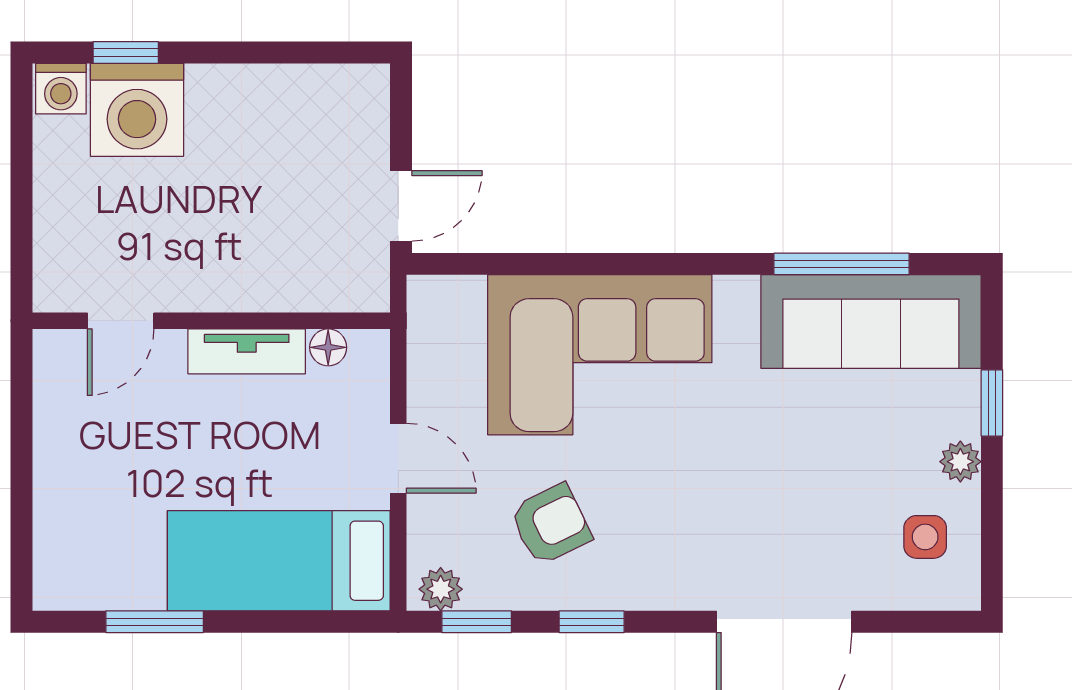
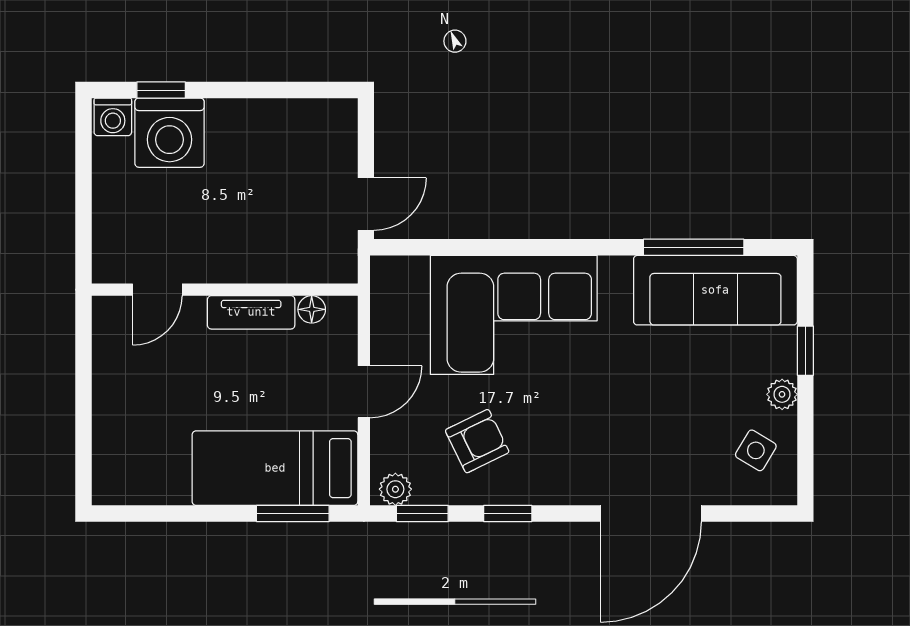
door: (398, 458) -> (364, 392), hinge flipped
side table: (925, 537) -> (756, 450), turned 31
window: (155, 622) -> (293, 513), moved

